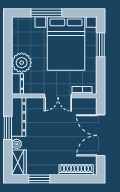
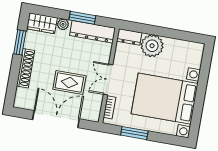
window: (46, 13) -> (202, 83), removed
window: (101, 45) -> (134, 133), moved
rug: (67, 129) -> (69, 82), added
shoe rack: (76, 170) -> (26, 68), moved

